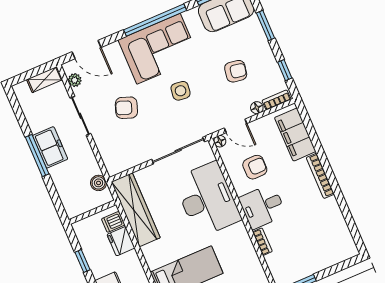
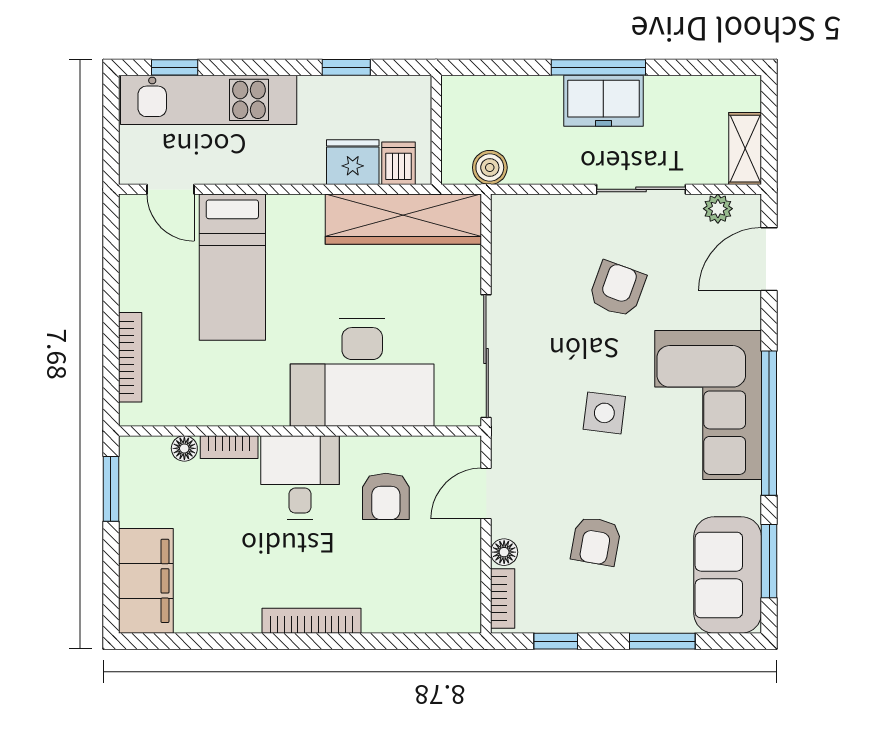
filing cabinet: (295, 135) -> (146, 581), moved, turned 90
floor lamp: (220, 141) -> (184, 448), moved

